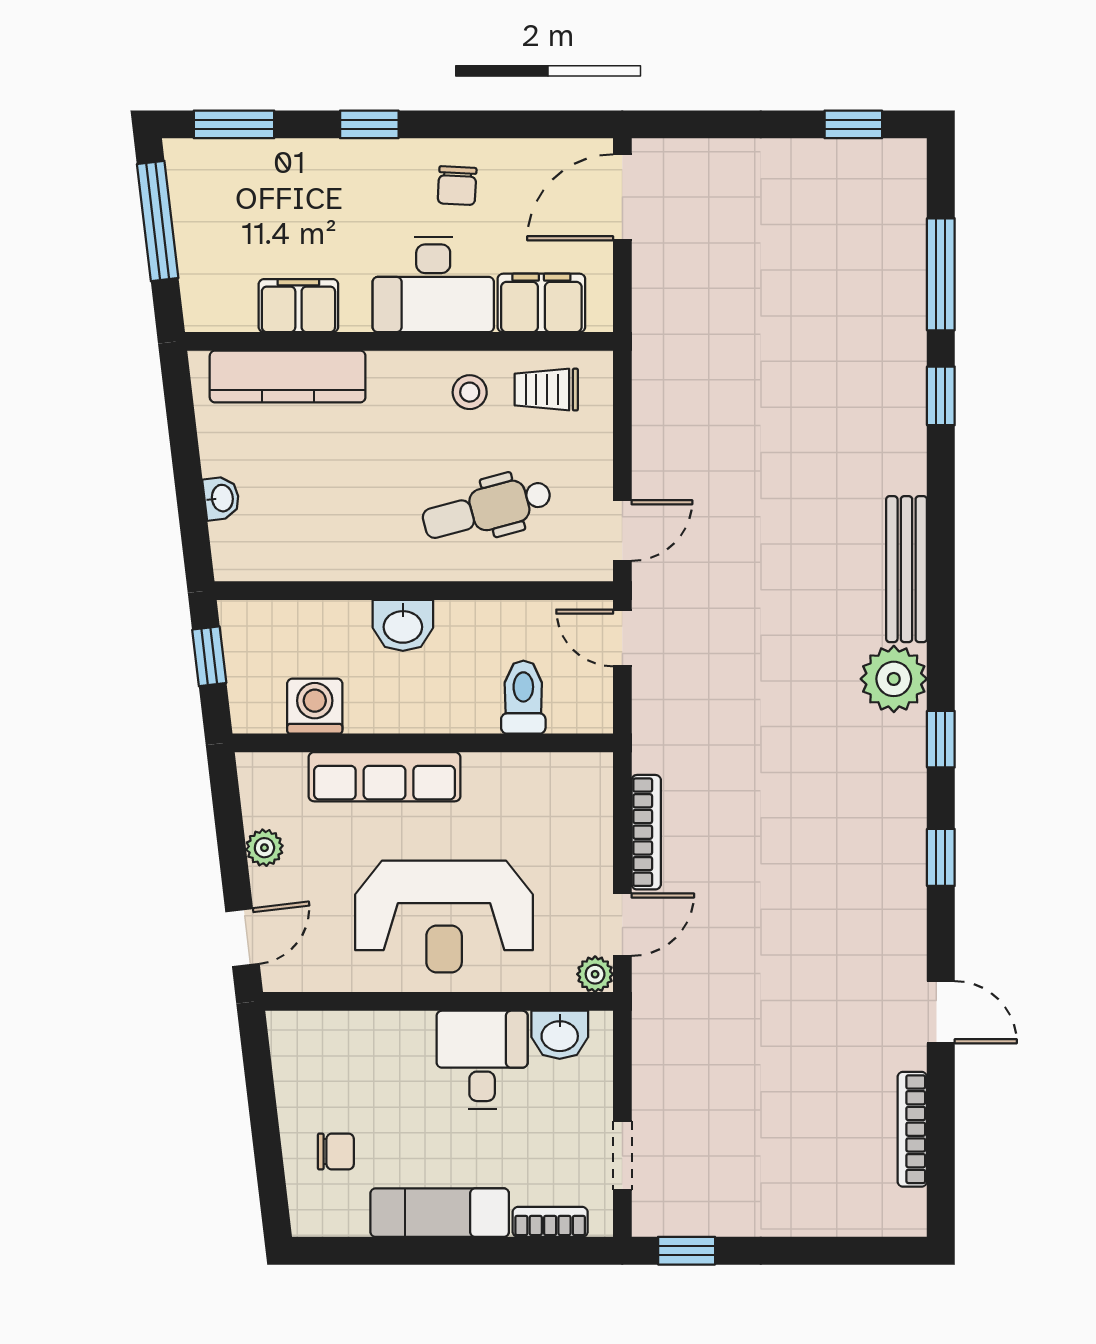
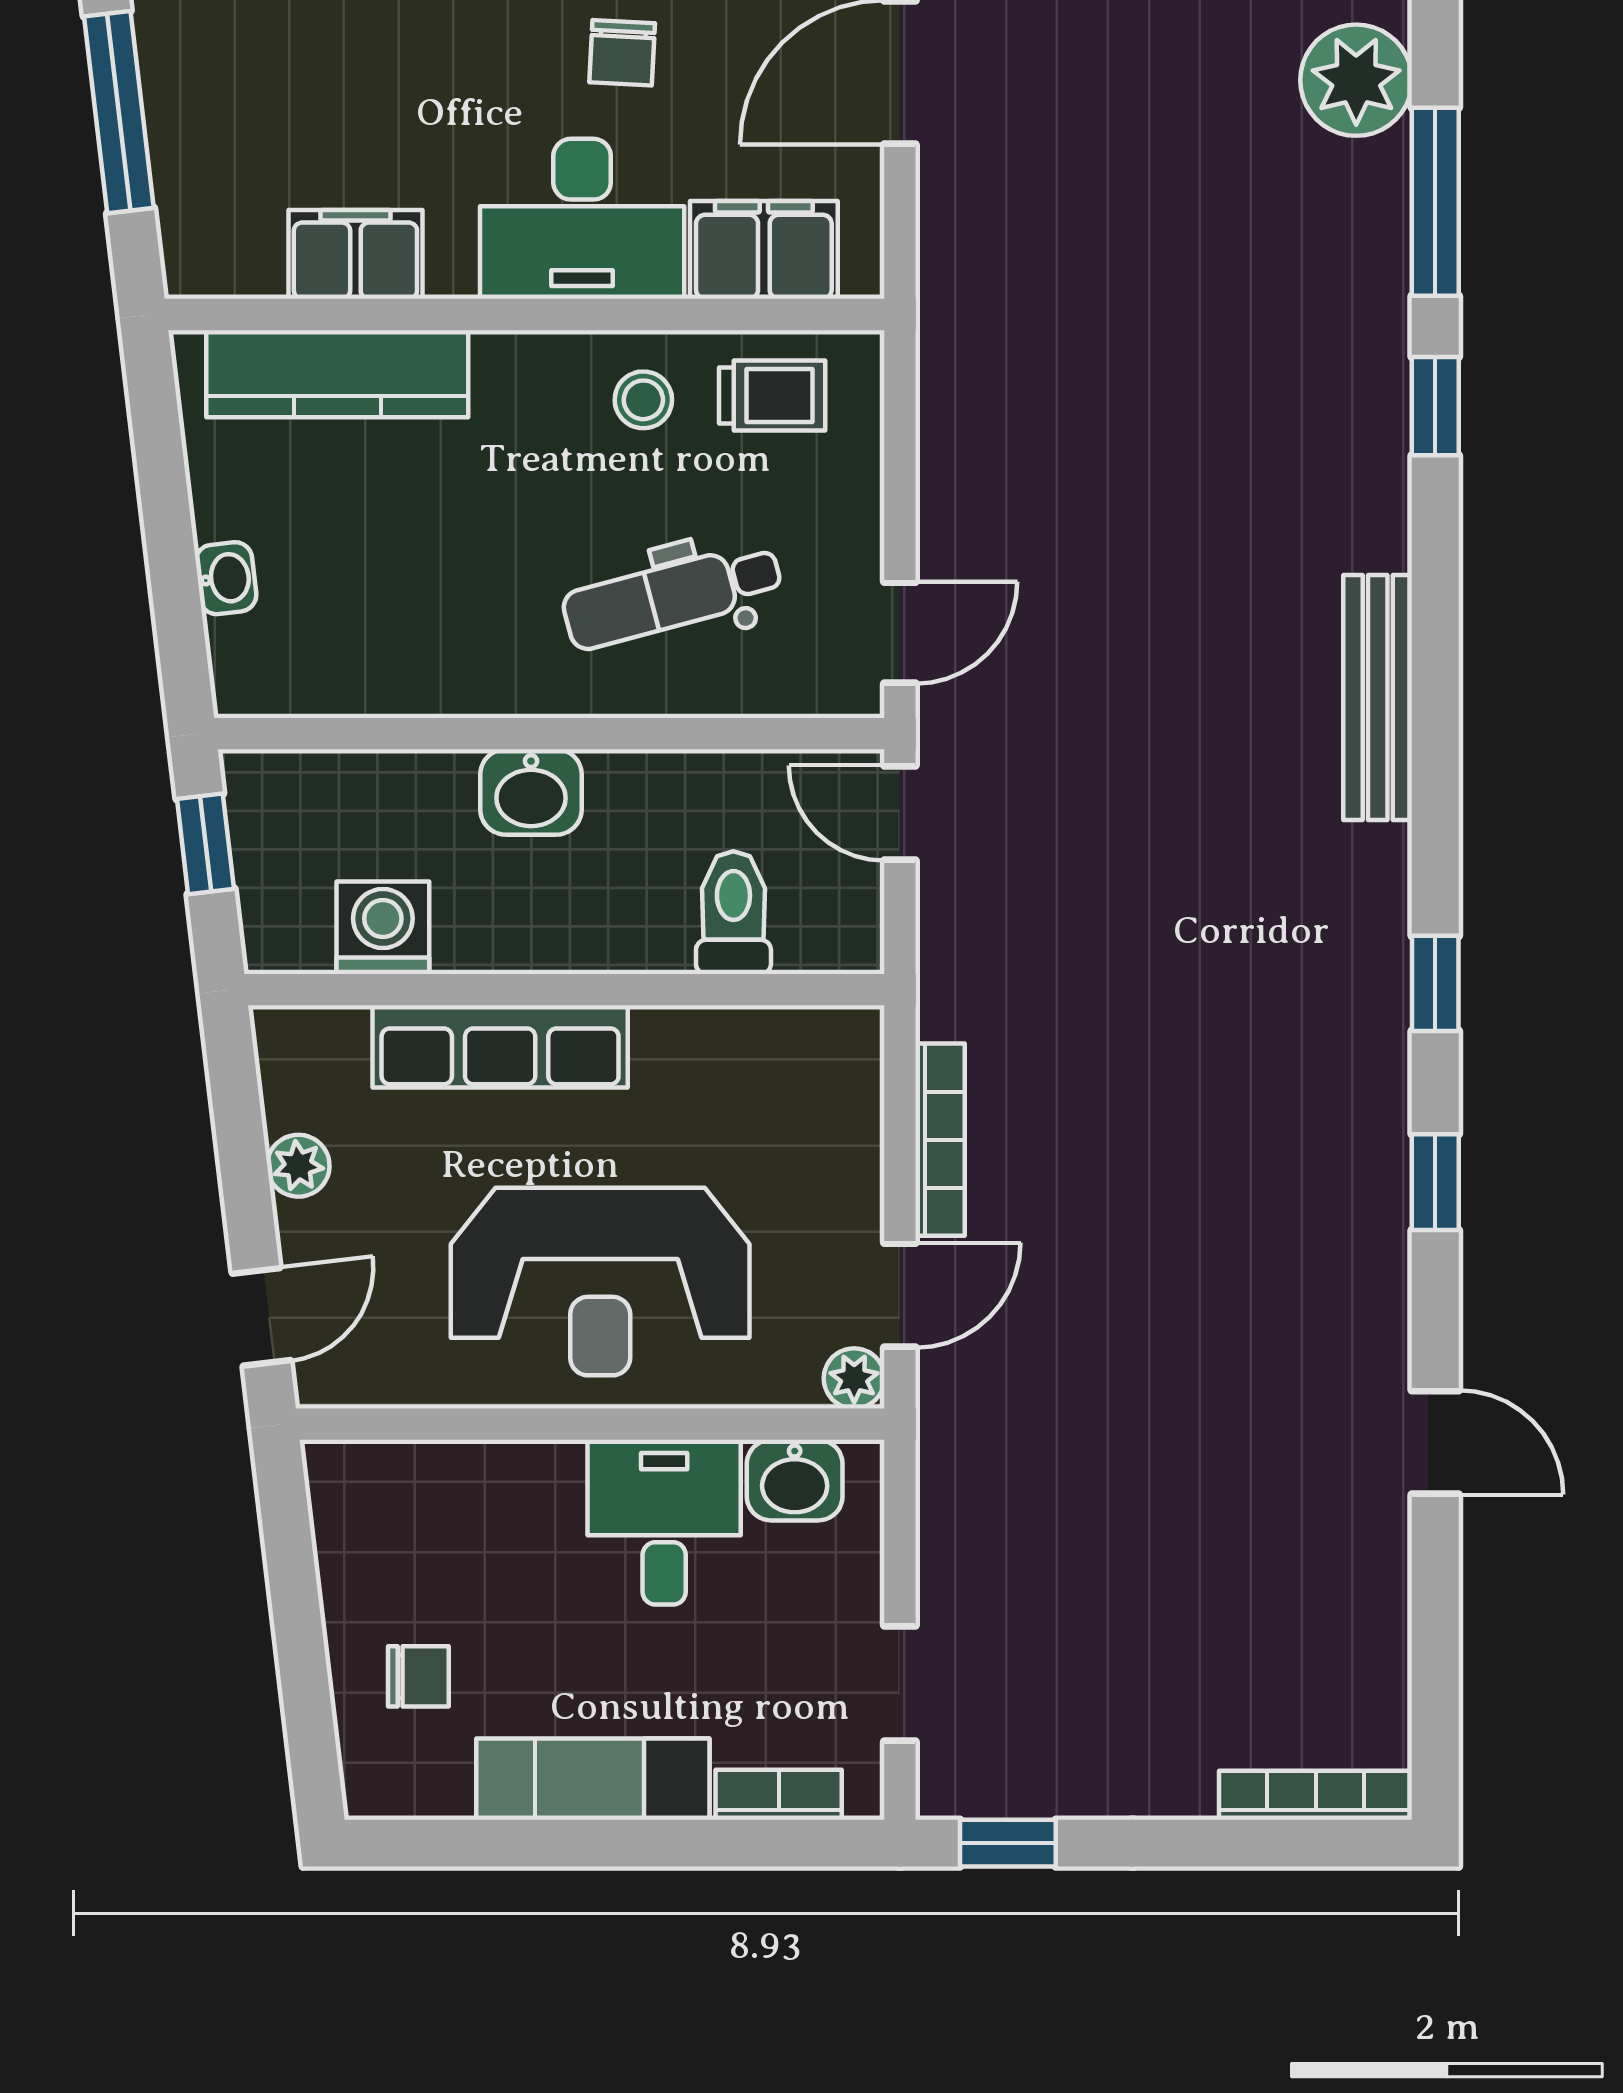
trolley: (546, 390) -> (772, 396), turned 180
plant: (894, 679) -> (1356, 80), moved
bookcase: (912, 1129) -> (1316, 1795), moved, turned 90

